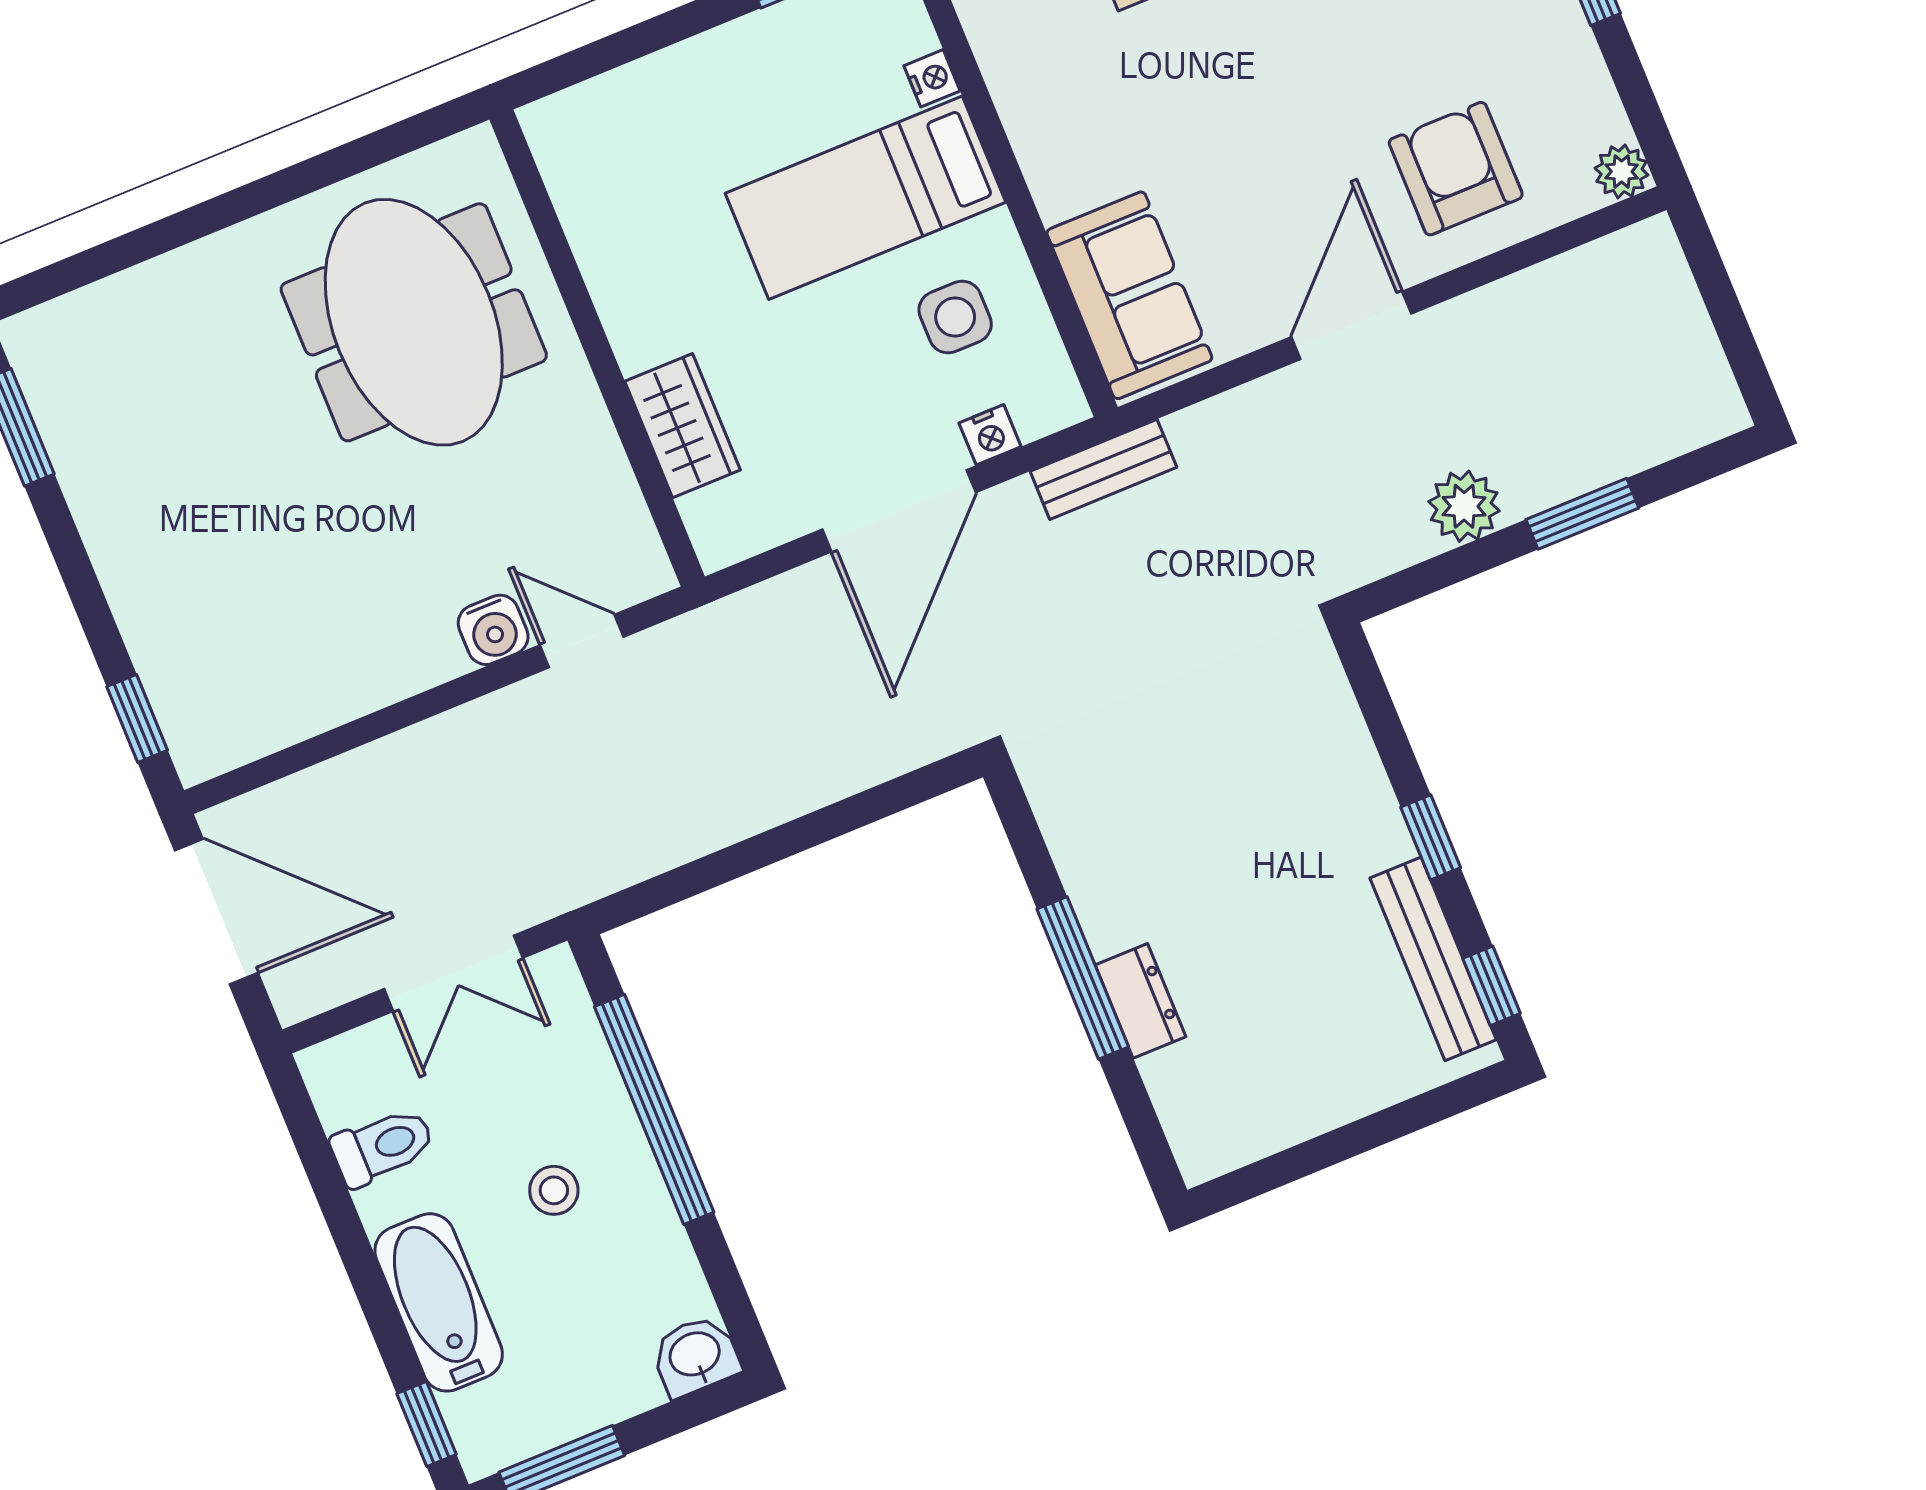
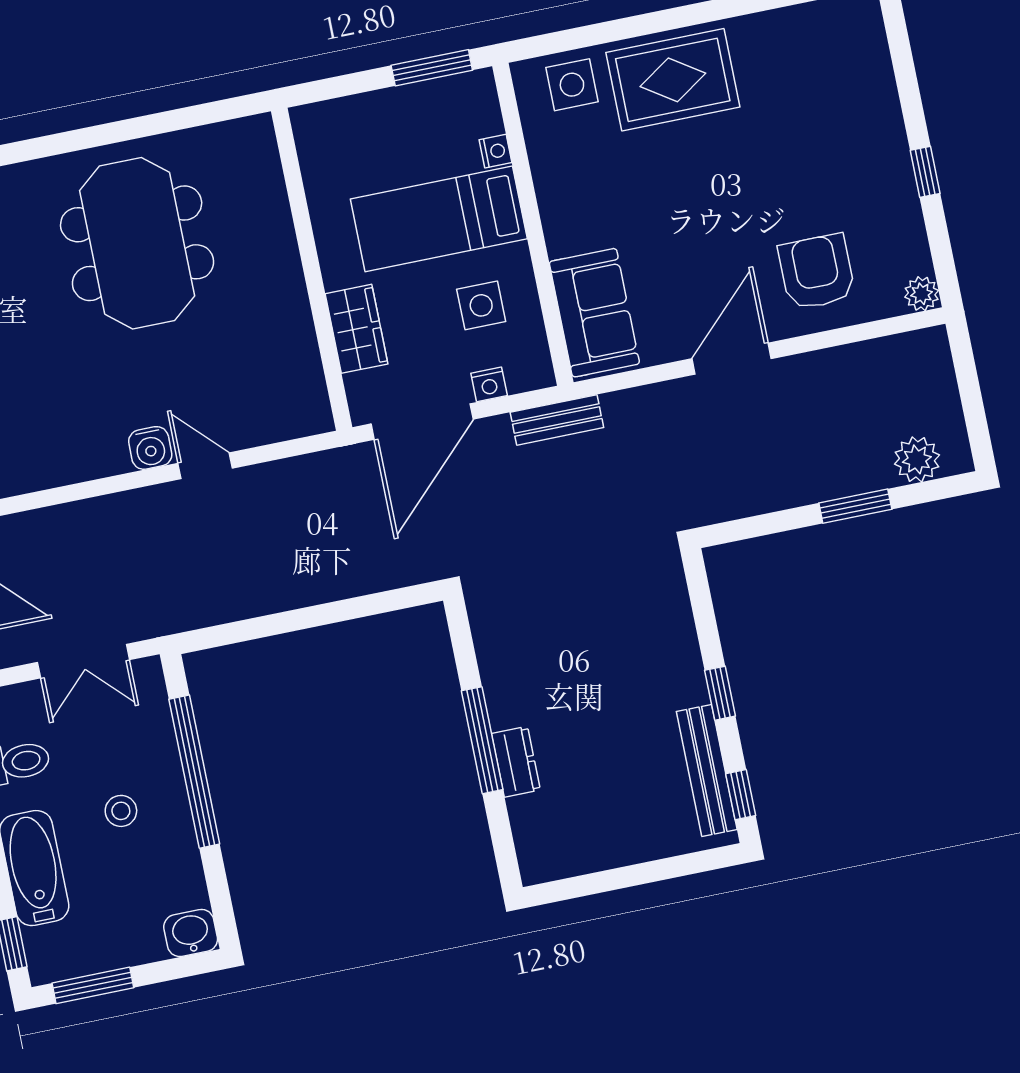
wall: (597, 348) -> (312, 269), moved
wardrobe: (682, 426) -> (356, 329), moved
plant: (1464, 506) -> (917, 459), moved

